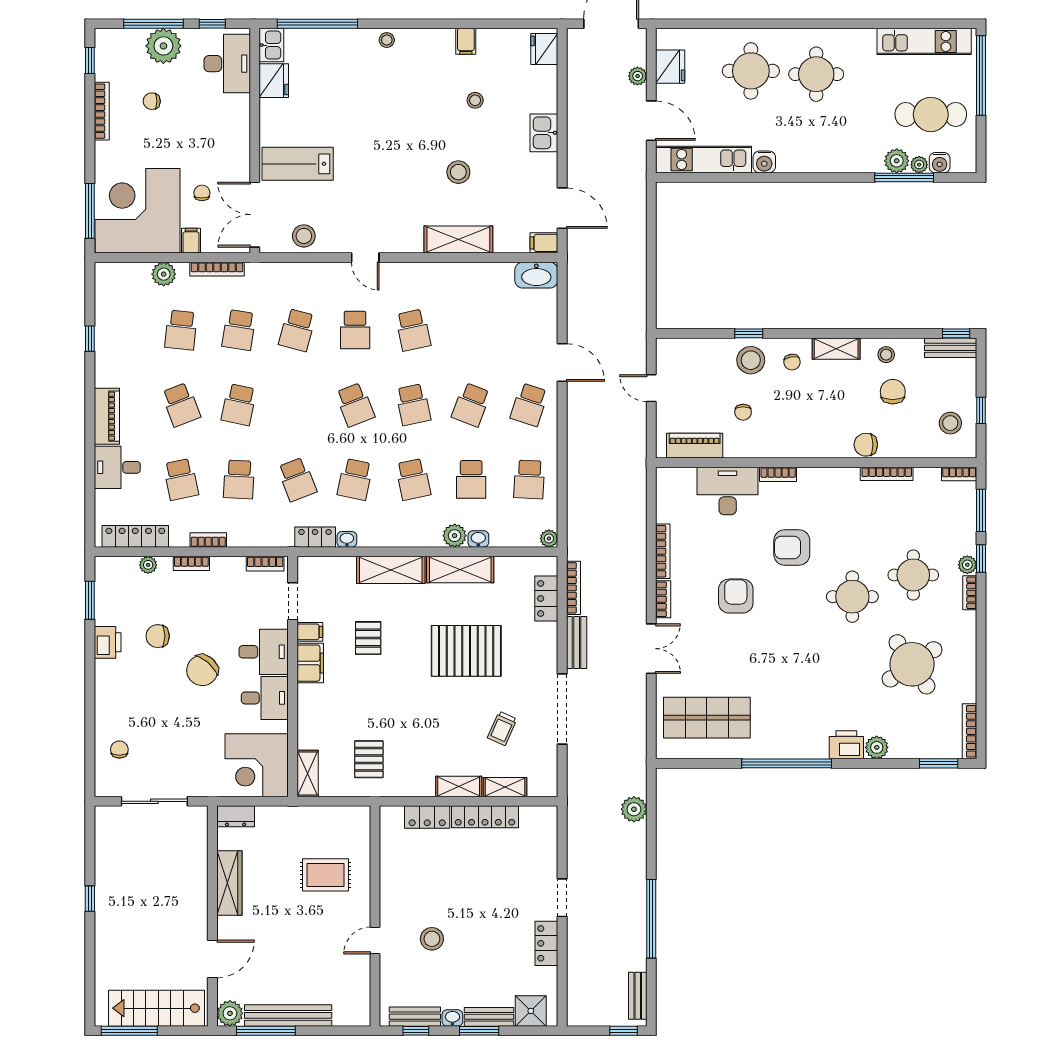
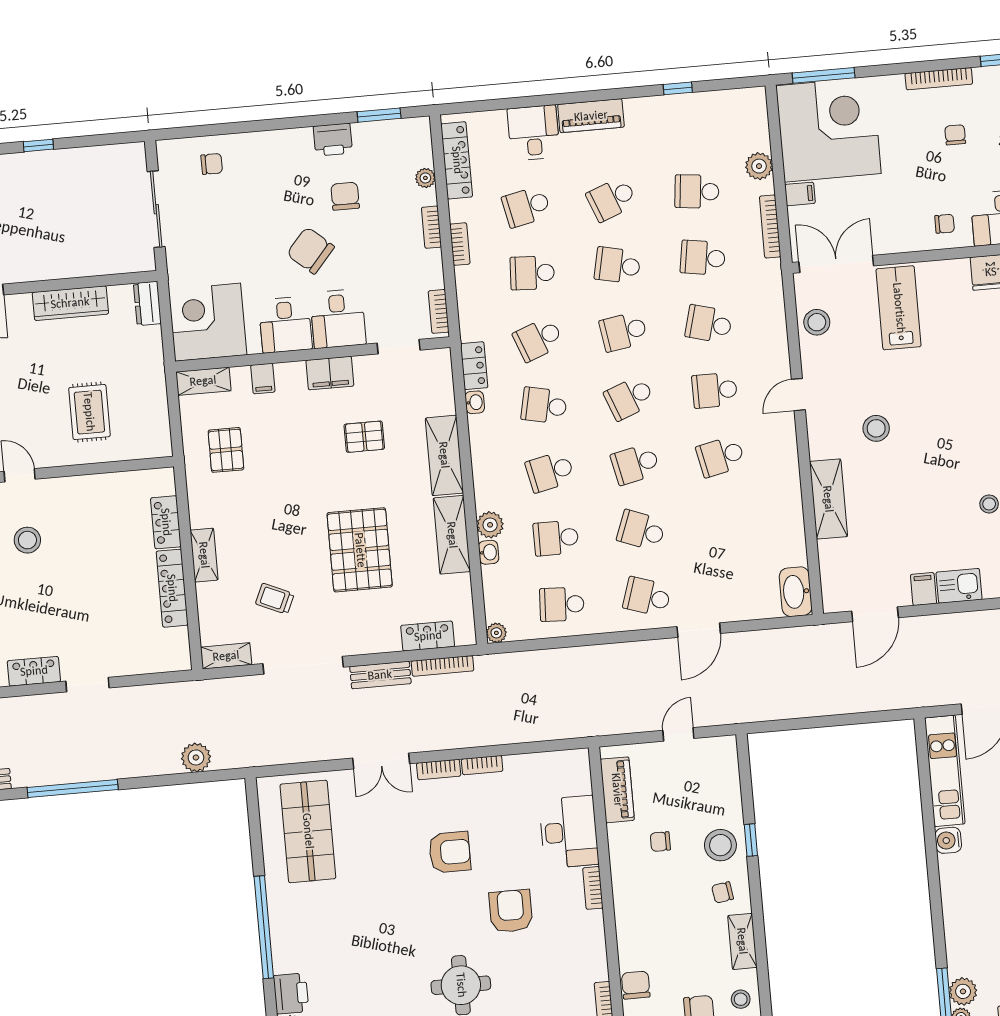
stool: (458, 172) -> (876, 428), moved
chair: (202, 193) -> (945, 224), moved
filing cabinet: (544, 243) -> (923, 589), moved
school desk: (297, 405) -> (623, 332), added
bookcase: (663, 551) -> (482, 765), width x0.64
filing cabinet: (310, 632) -> (263, 379), moved
pallet: (369, 759) -> (226, 450), turned 90
shelving: (505, 787) -> (226, 656), moved, turned 90

